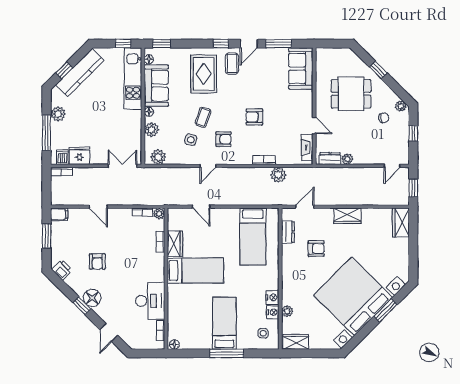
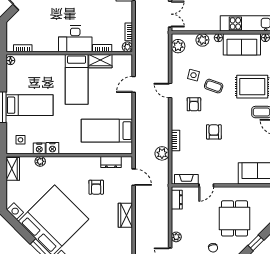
plant: (347, 159) -> (176, 237), moved
desk: (150, 301) -> (75, 39), moved

